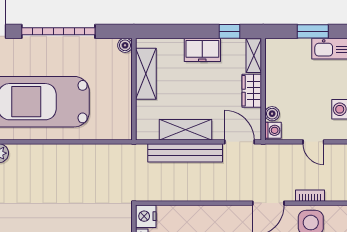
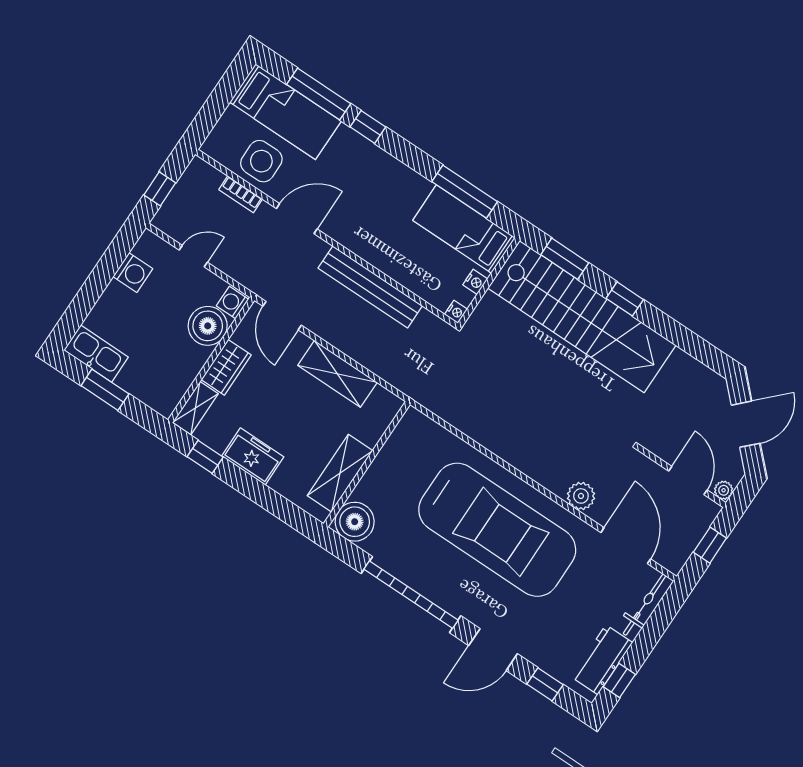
boiler: (125, 45) -> (355, 522), width x1.86, depth x1.86
boiler: (272, 114) -> (208, 326), width x1.86, depth x1.86
door: (313, 142) -> (193, 256), hinge flipped
bench: (185, 153) -> (370, 287), moved
nightstand: (146, 216) -> (456, 312), width x0.53, depth x0.56

